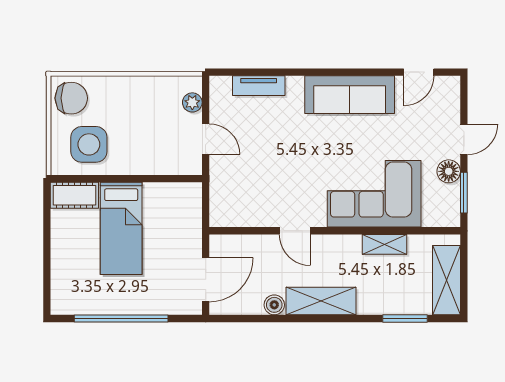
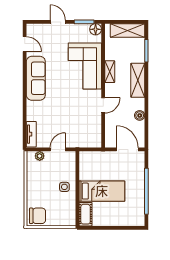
tv unit: (259, 86) -> (31, 134), moved
chair: (71, 98) -> (38, 216), turned 90
side table: (89, 144) -> (64, 187), moved, width x0.54, depth x0.54
floor lamp: (449, 171) -> (96, 29), moved
shelving: (384, 244) -> (110, 72), moved
shelving: (321, 301) -> (138, 80), moved

